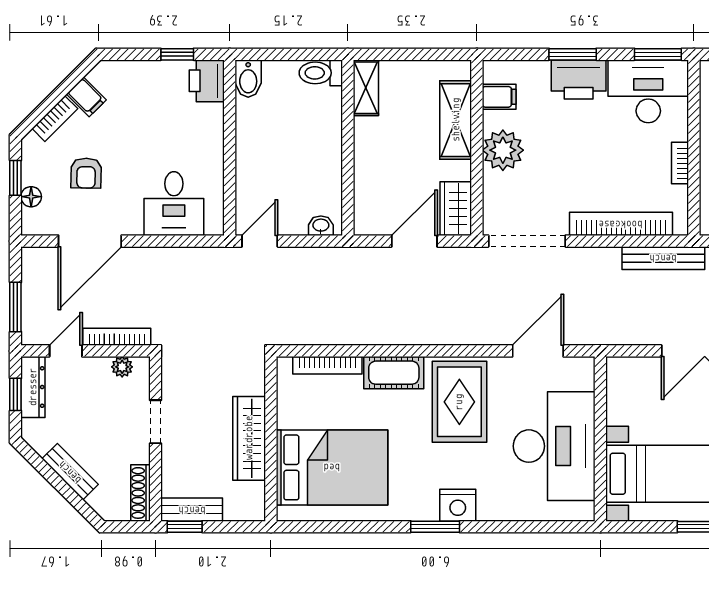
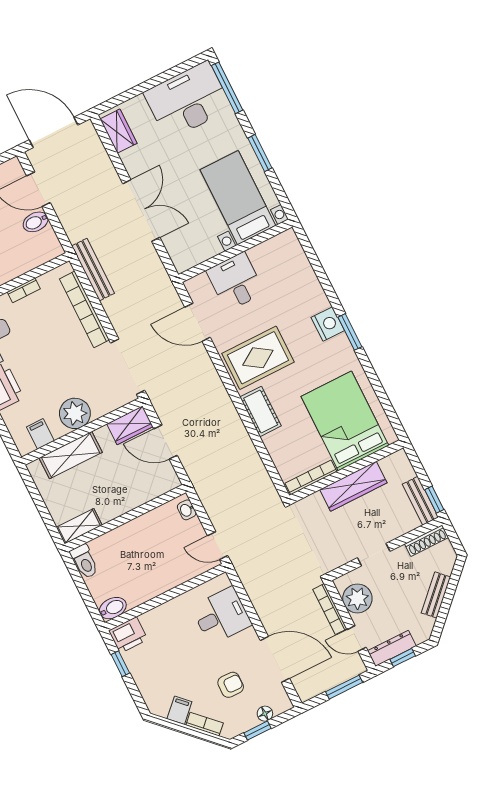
bookcase: (327, 365) -> (311, 477), moved, turned -90
plant: (122, 367) -> (357, 598), width x1.87, depth x1.87
desk: (554, 446) -> (236, 282), width x0.53, depth x0.77

